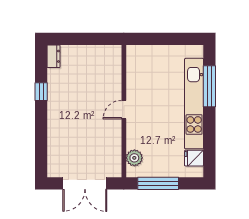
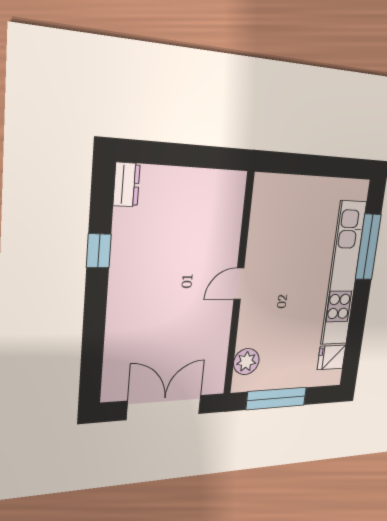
double door: (85, 183) -> (164, 407), swing flipped

